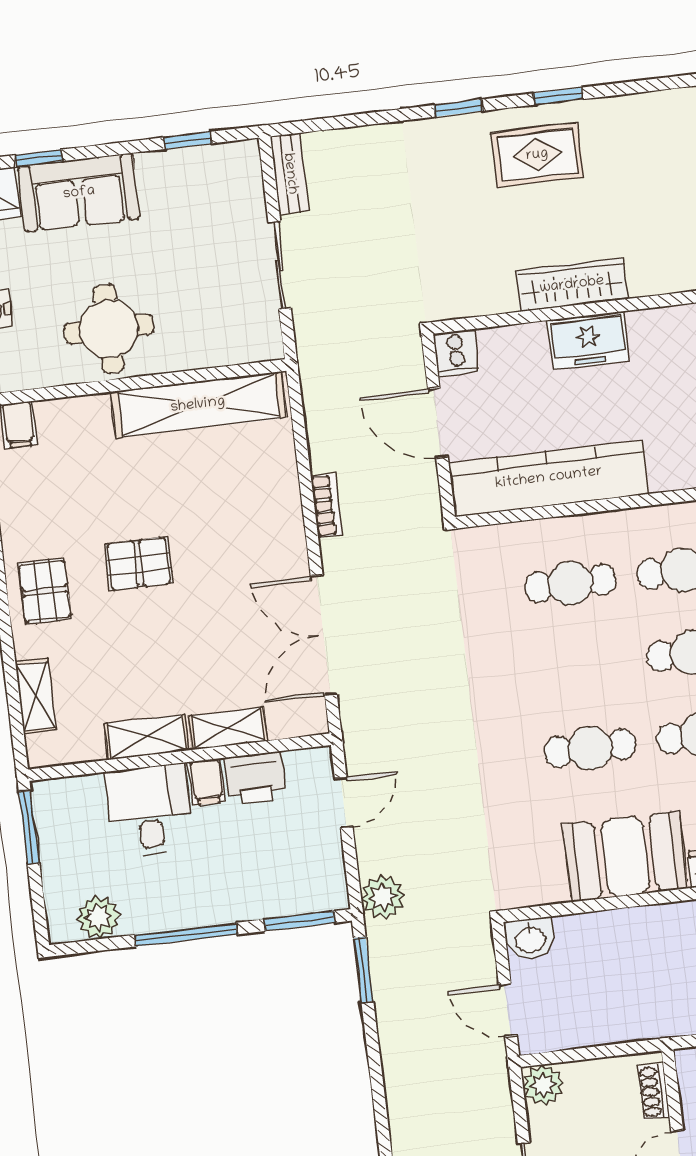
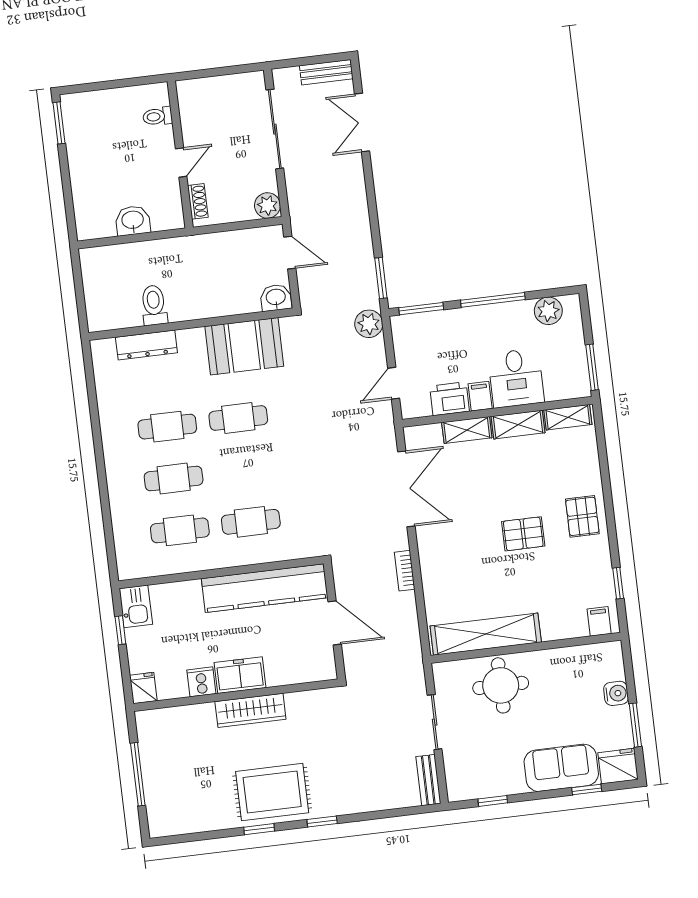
rug: (537, 155) -> (272, 792), width x1.36, depth x1.43
round table: (109, 329) -> (501, 685), moved
cooker: (456, 353) -> (201, 682), moved
shelving: (36, 696) -> (568, 417), moved, turned 90
booth: (625, 856) -> (244, 346), moved

